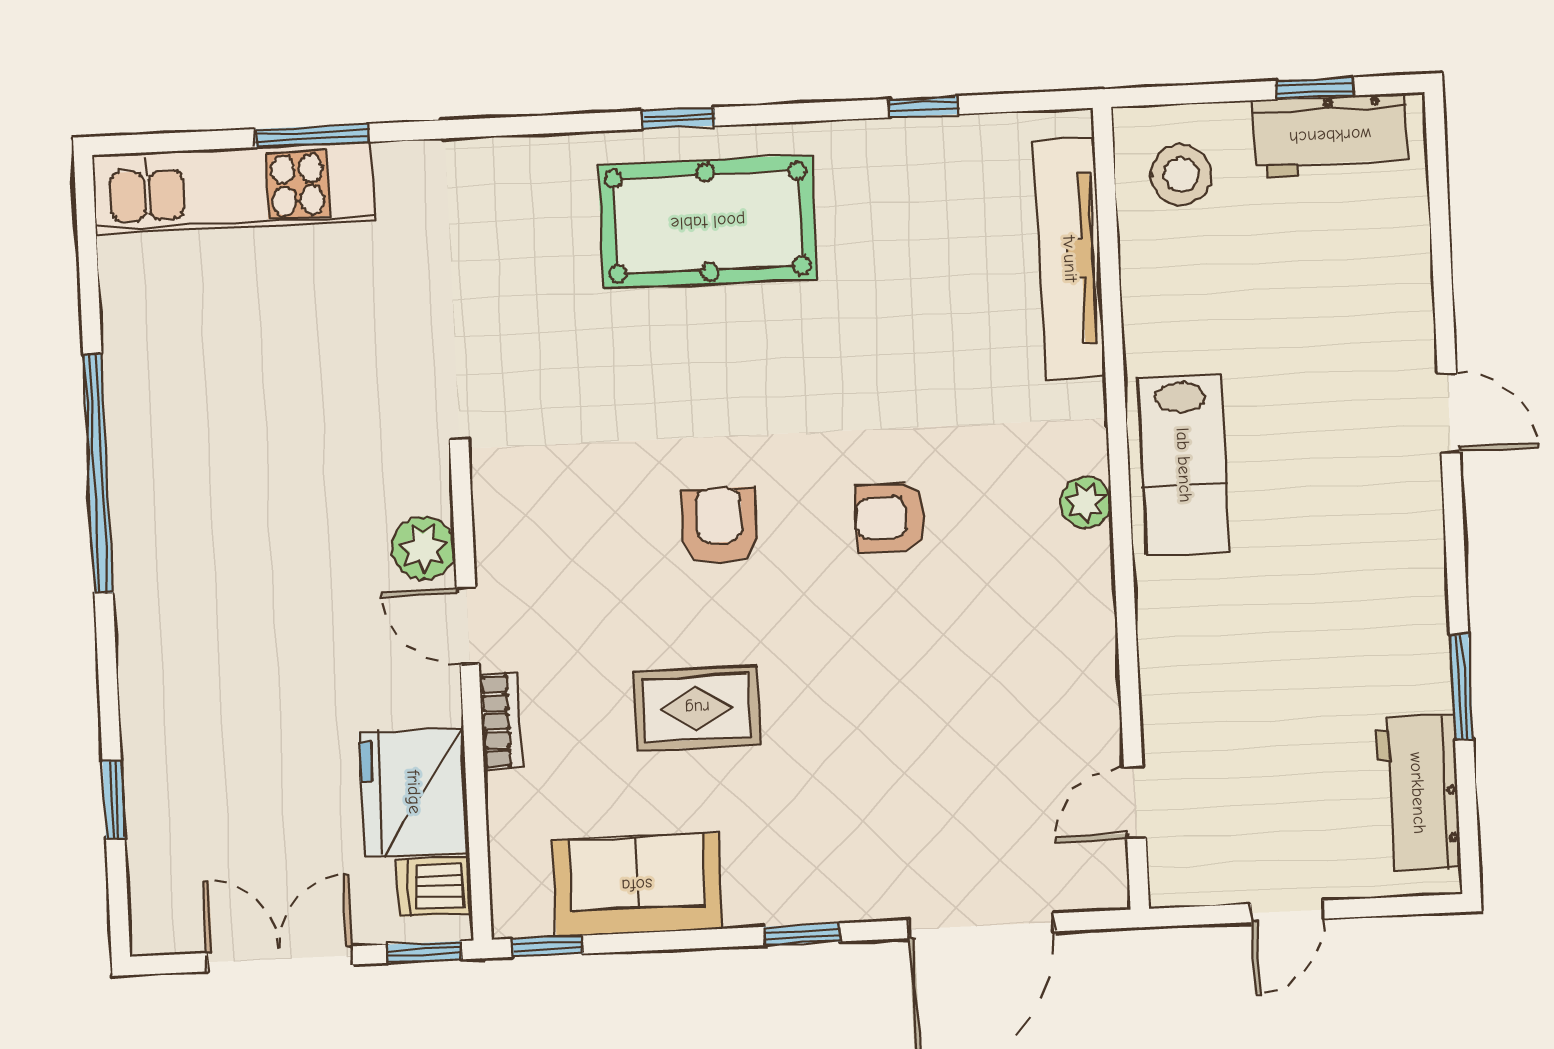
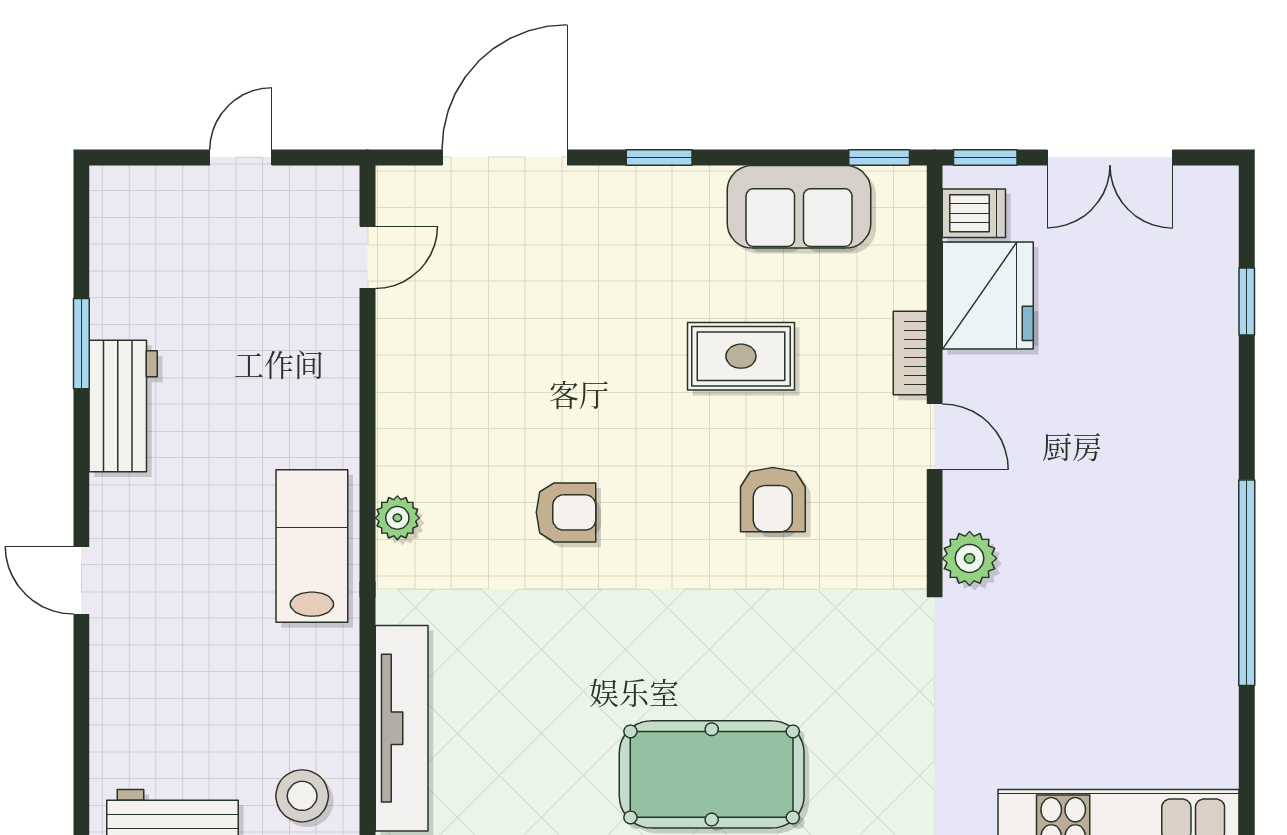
armchair: (719, 526) -> (773, 500), moved
plant: (424, 548) -> (970, 558), moved
workbench: (1418, 793) -> (123, 406), moved

